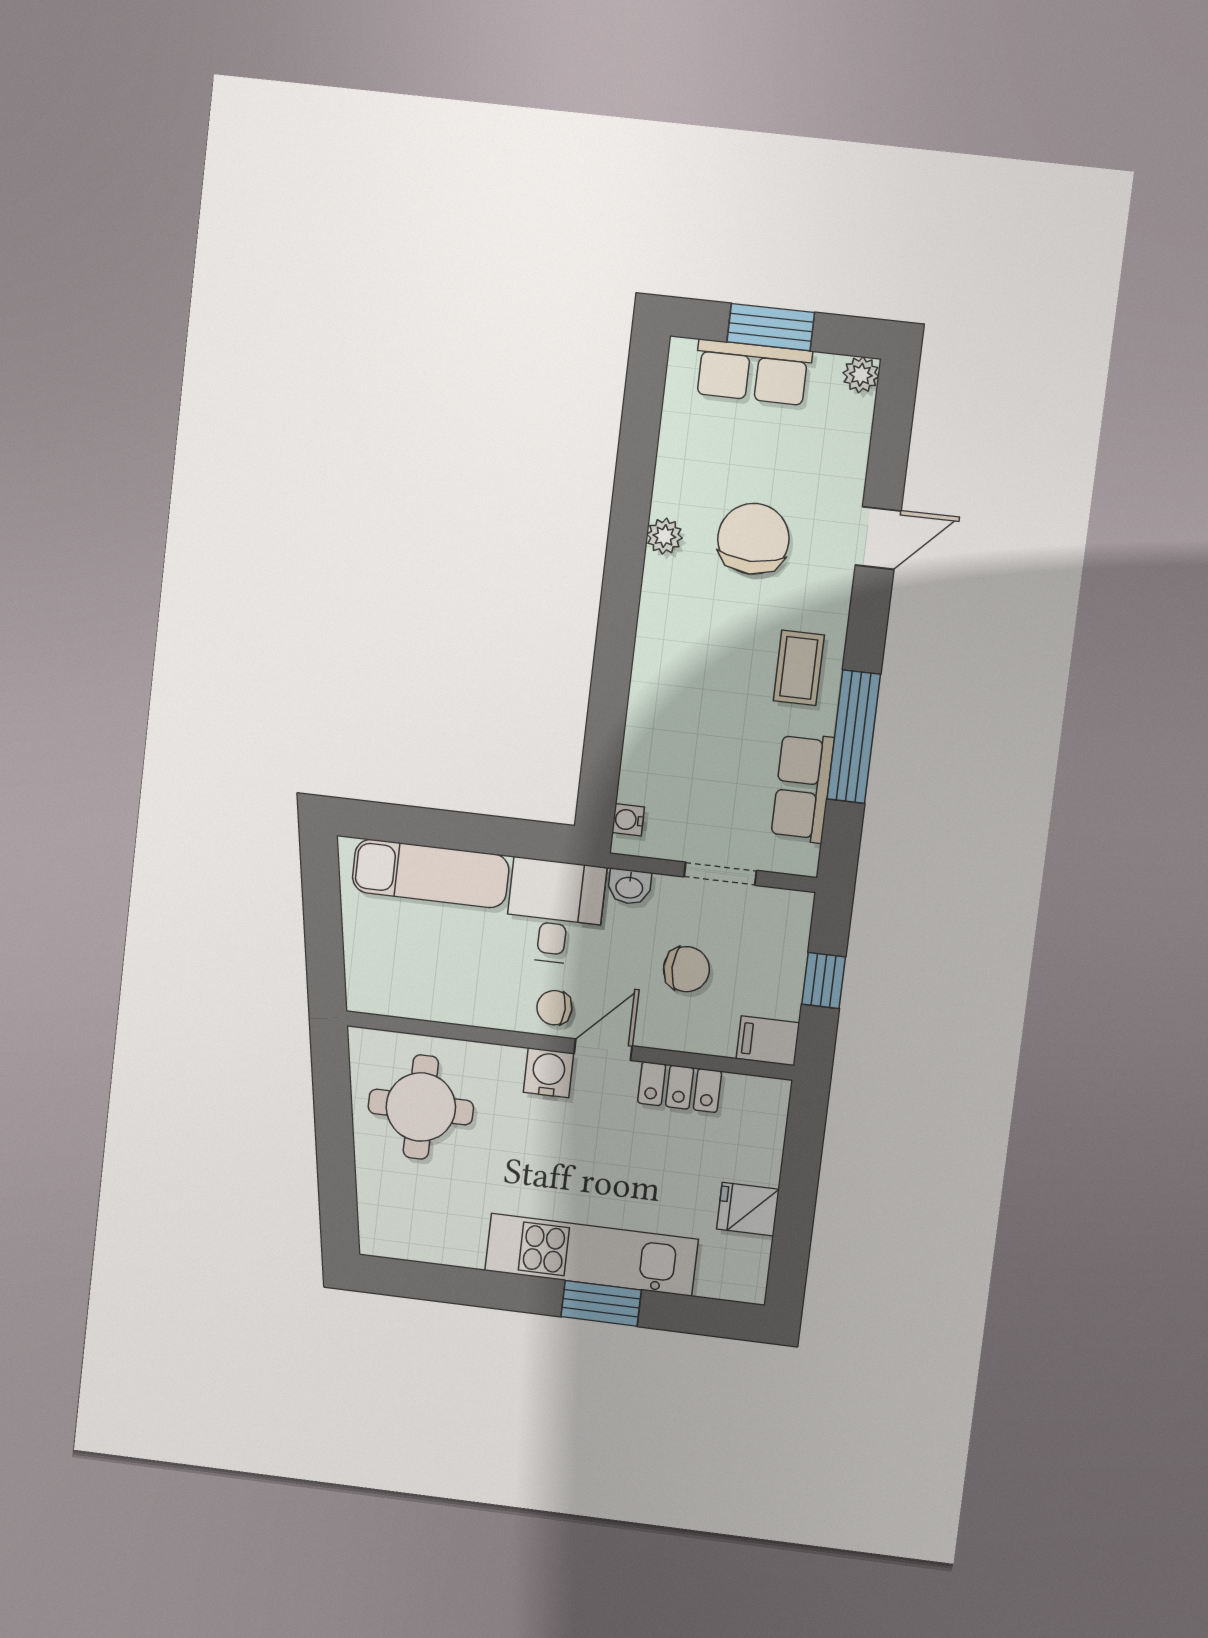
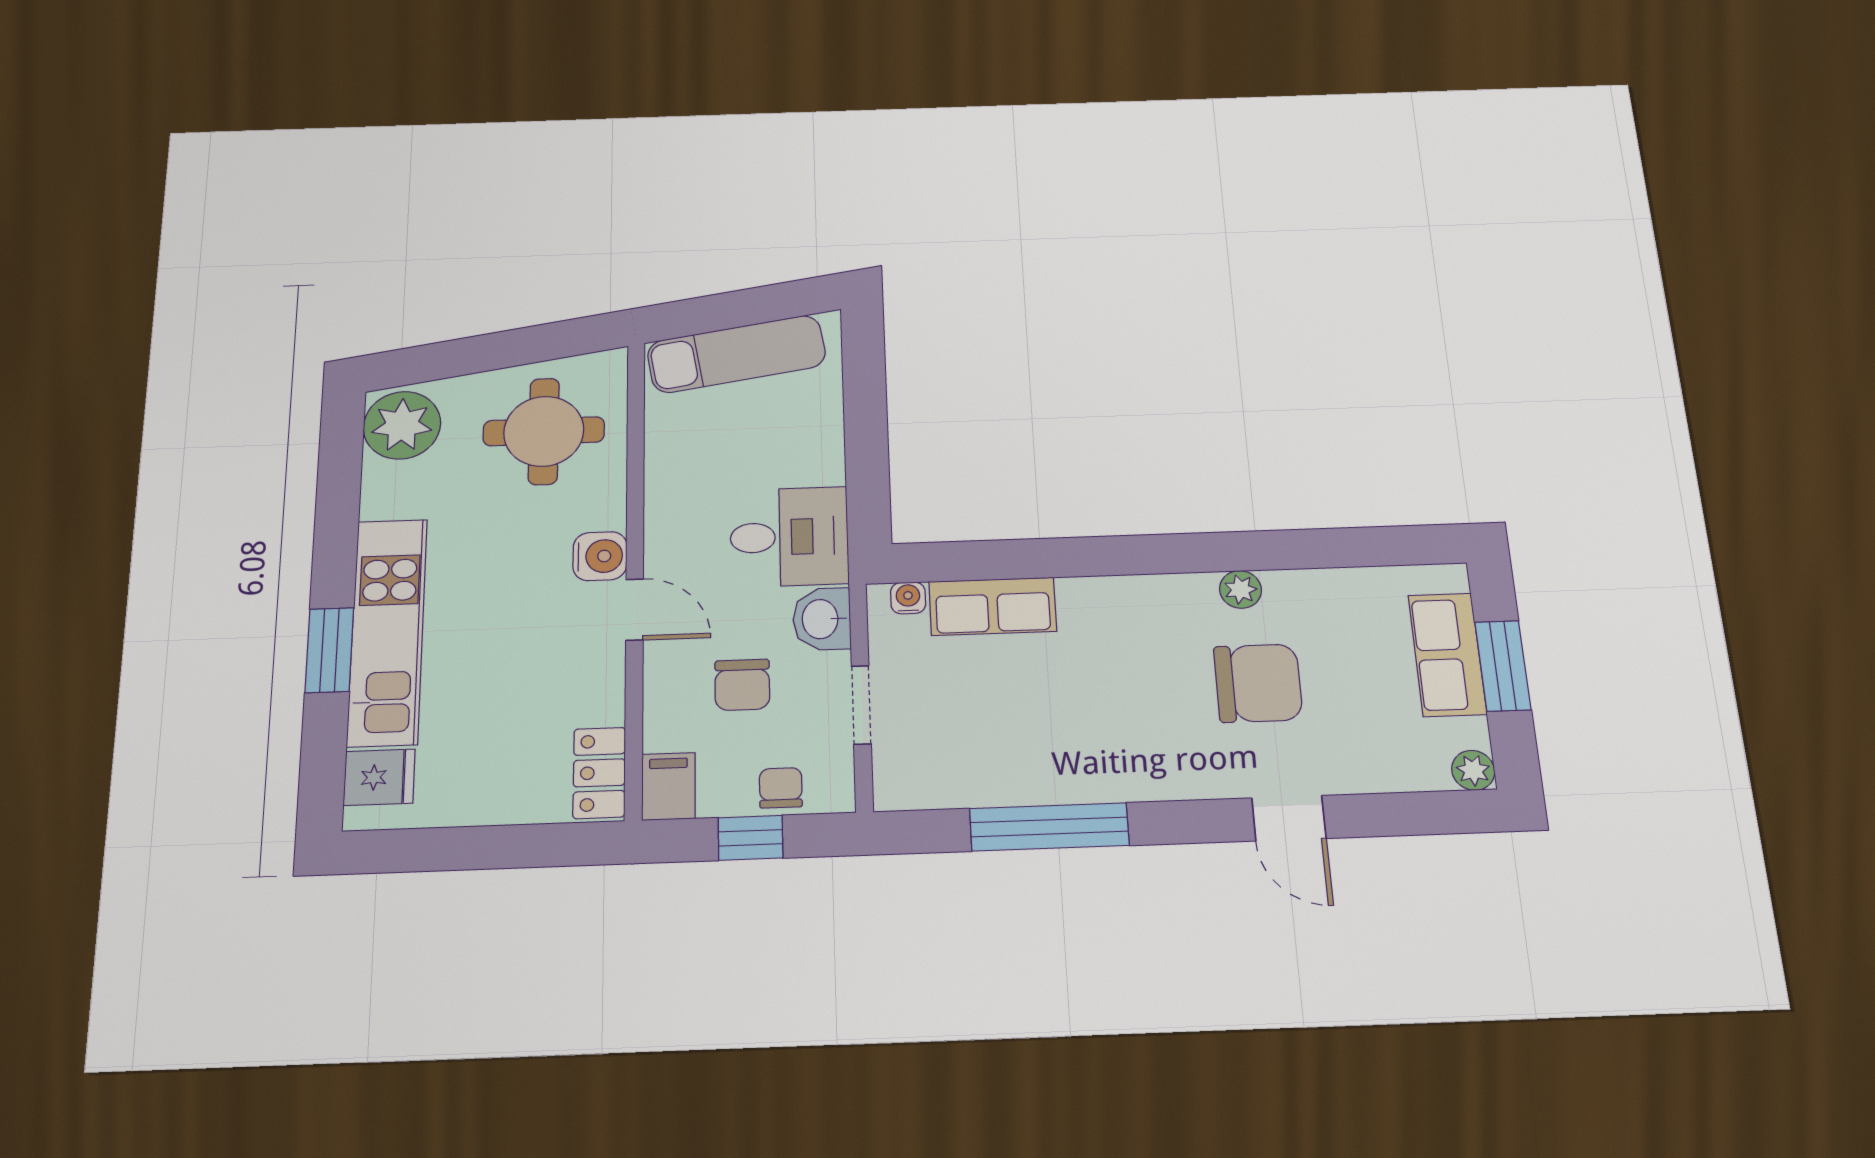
coffee table: (799, 668) -> (1119, 754), removed
row of seats: (803, 788) -> (993, 606), moved, turned 180
exam couch: (431, 873) -> (737, 354), moved, turned -99
washbasin: (629, 887) -> (822, 619), width x1.38, depth x1.45
chair: (554, 1008) -> (781, 788), moved
locker: (680, 1087) -> (599, 773), moved
fridge: (748, 1209) -> (379, 777), moved, turned 90
plant: (397, 1226) -> (402, 425), added

